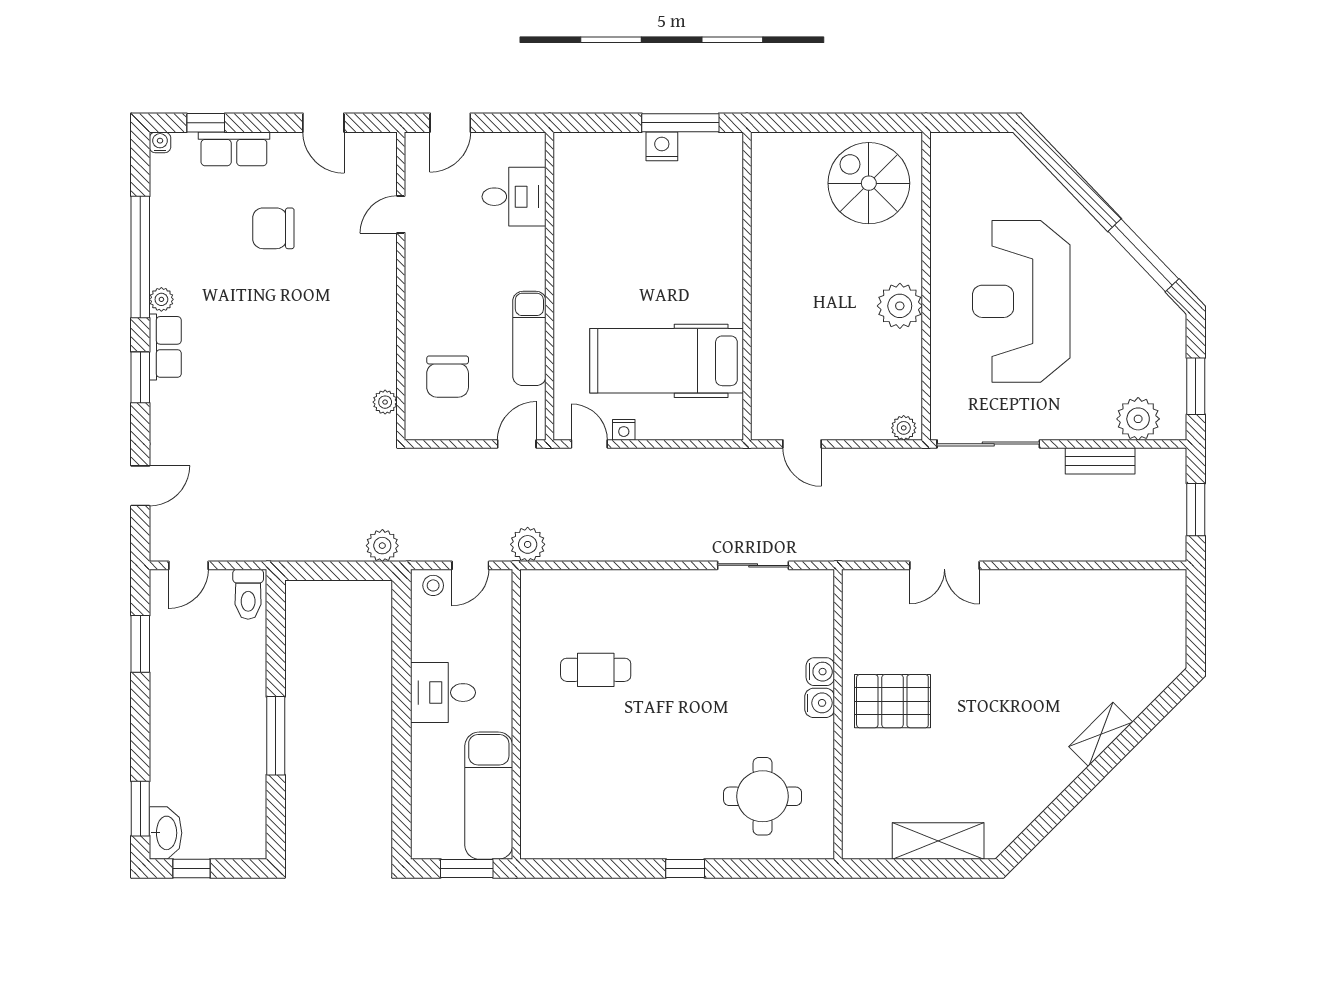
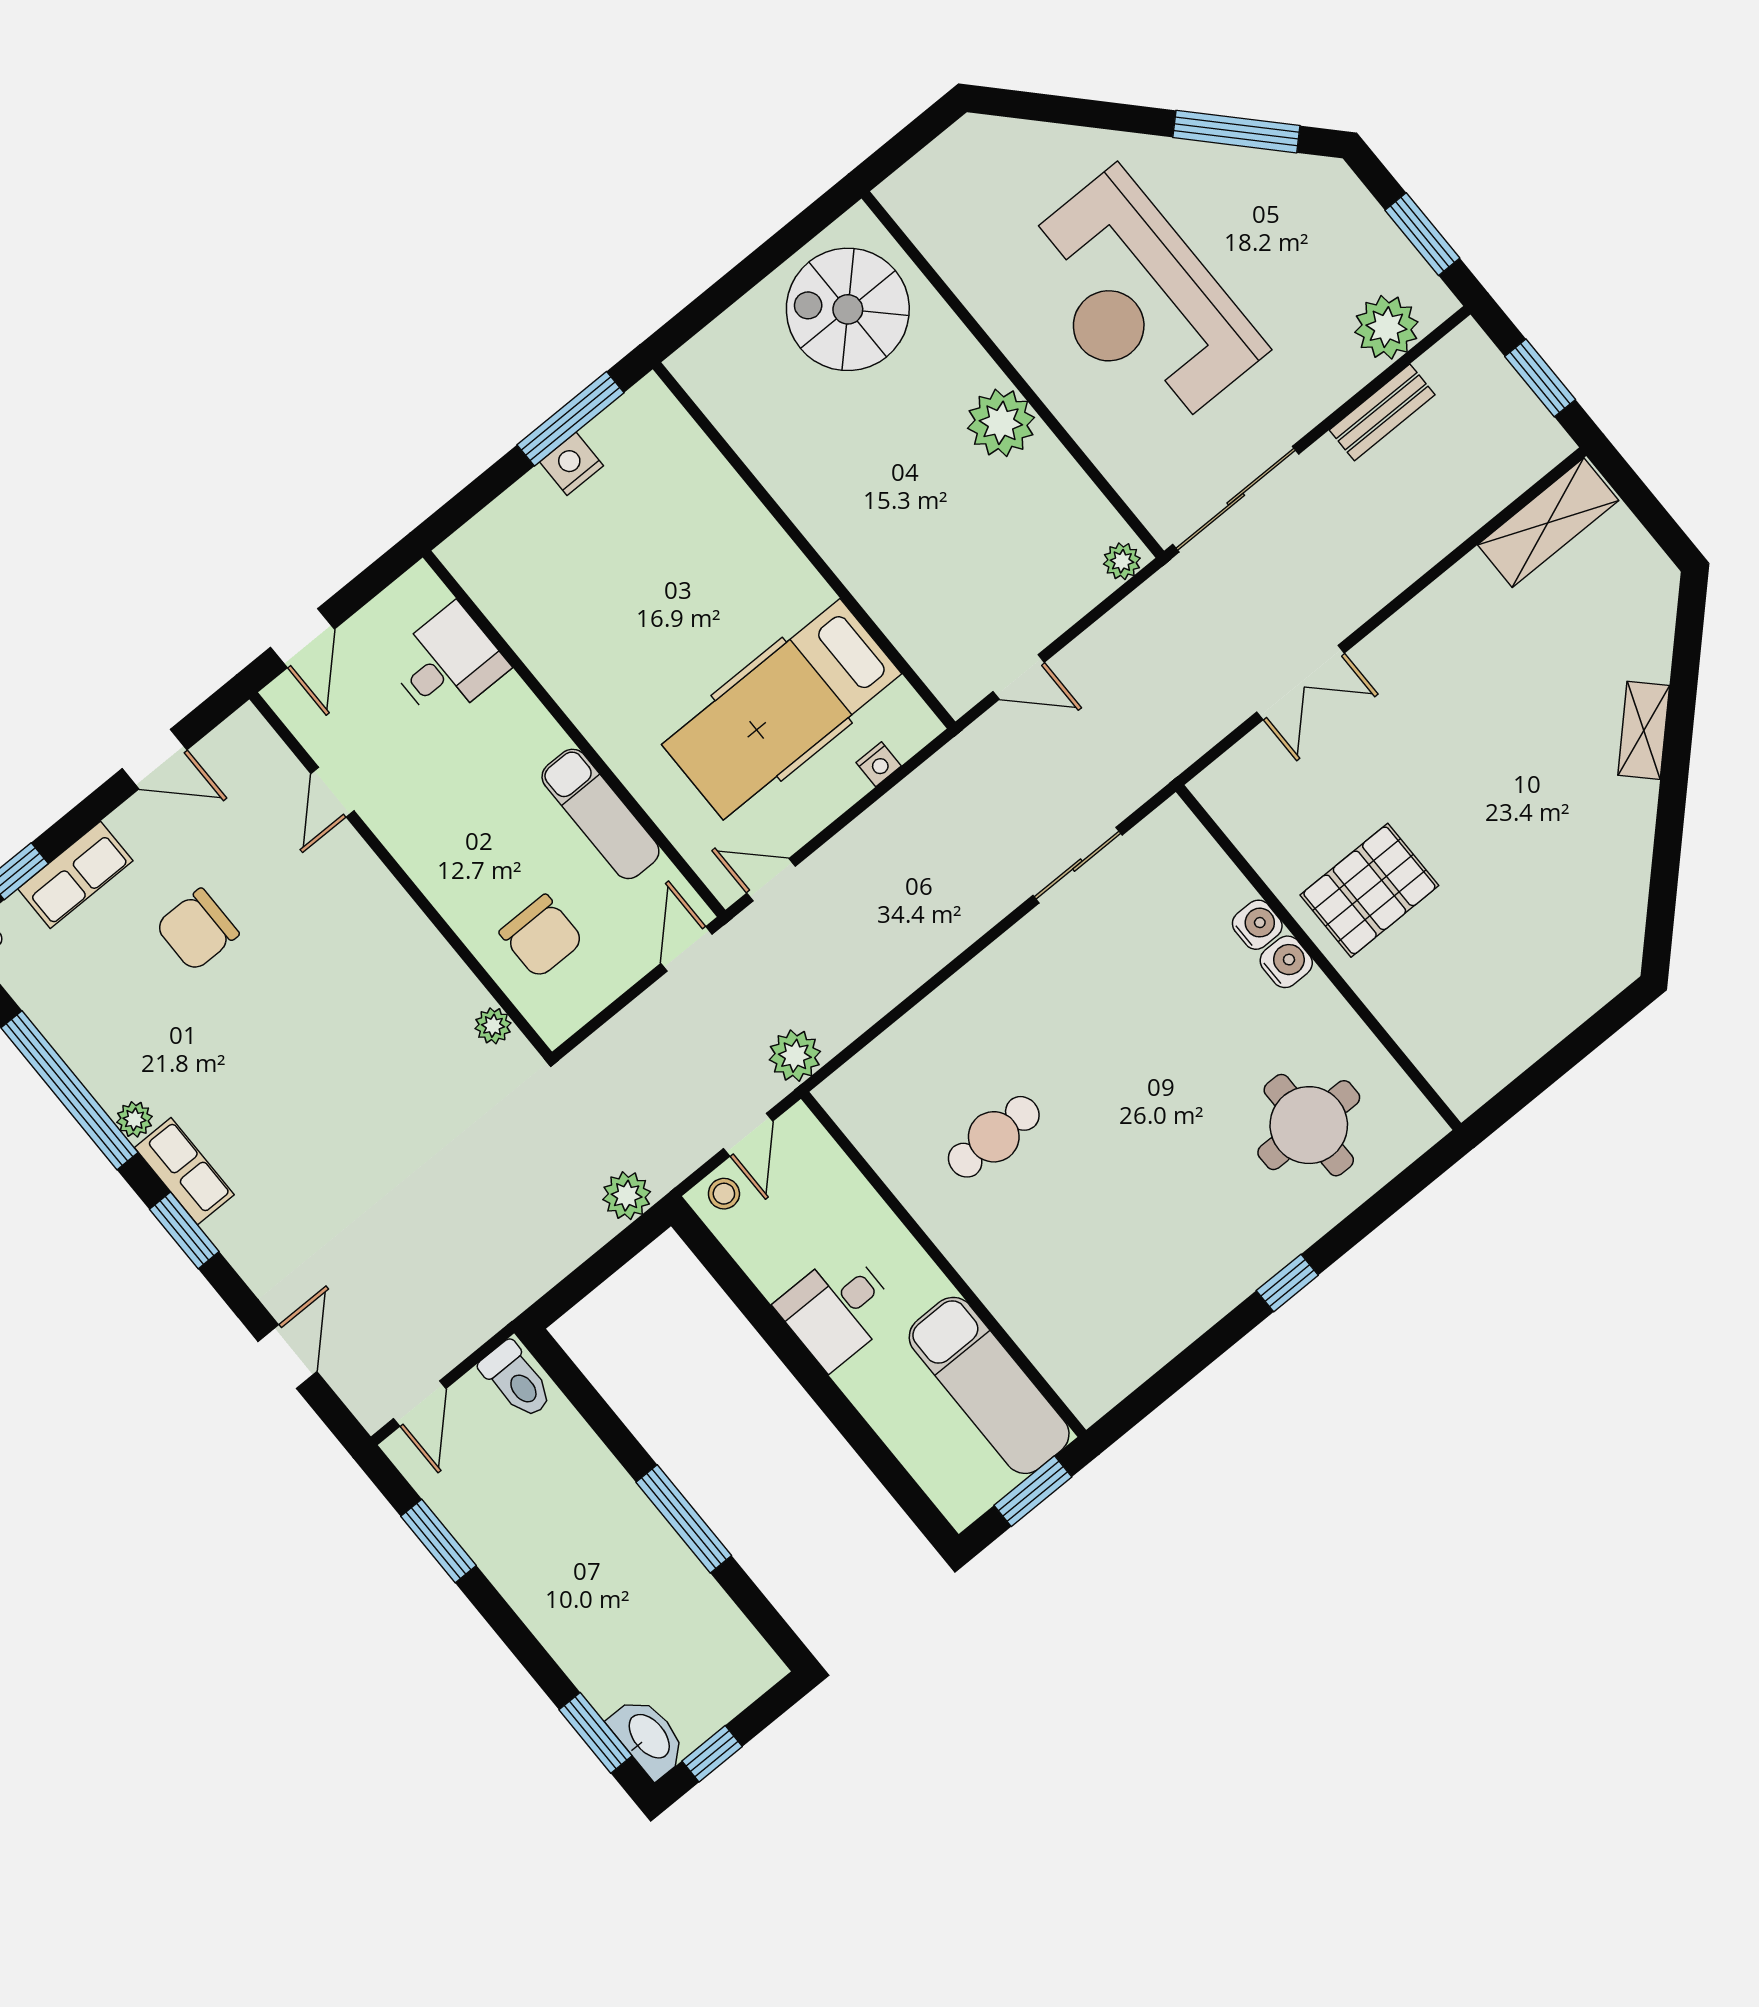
nightstand: (624, 430) -> (879, 764), moved
shelving: (938, 841) -> (1548, 523), moved

